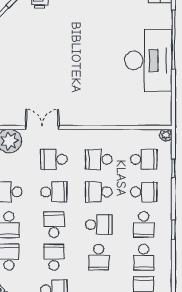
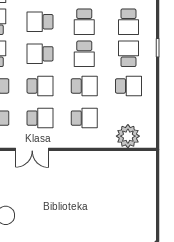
double door: (42, 127) -> (32, 149), moved
school desk: (54, 192) -> (84, 86), turned 180
school desk: (99, 257) -> (40, 22), turned -90

